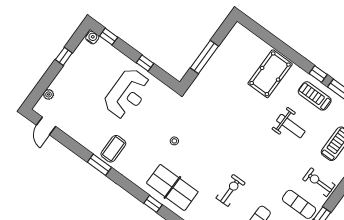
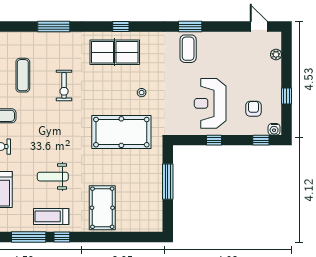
armchair: (97, 65) -> (253, 109), added
treadmill: (315, 96) -> (51, 216), turned 180
pool table: (212, 122) -> (121, 132), added

